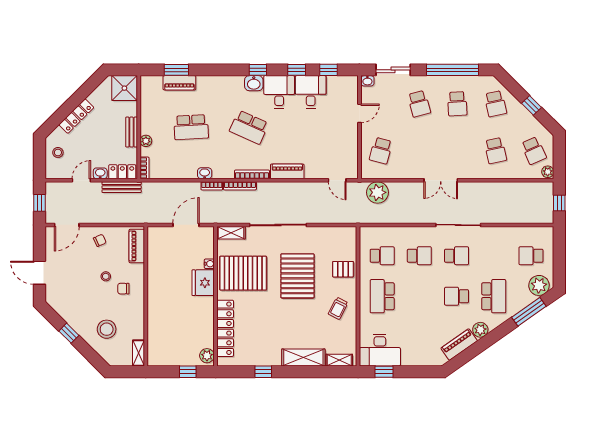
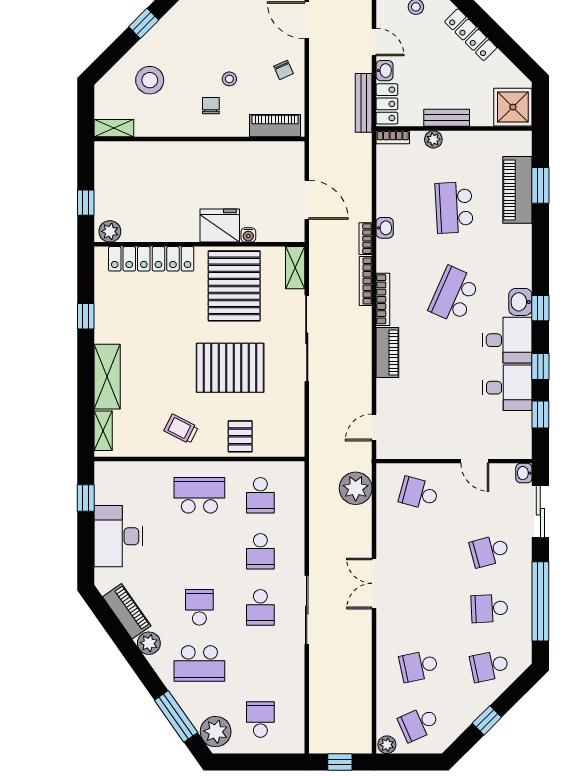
piano: (179, 83) -> (517, 190), width x1.37, depth x1.33
desk: (380, 350) -> (118, 536), moved

